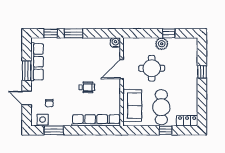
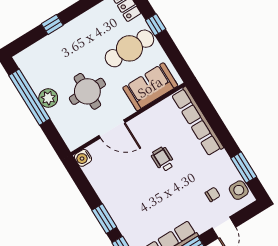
window: (169, 33) -> (29, 97), width x3.17

